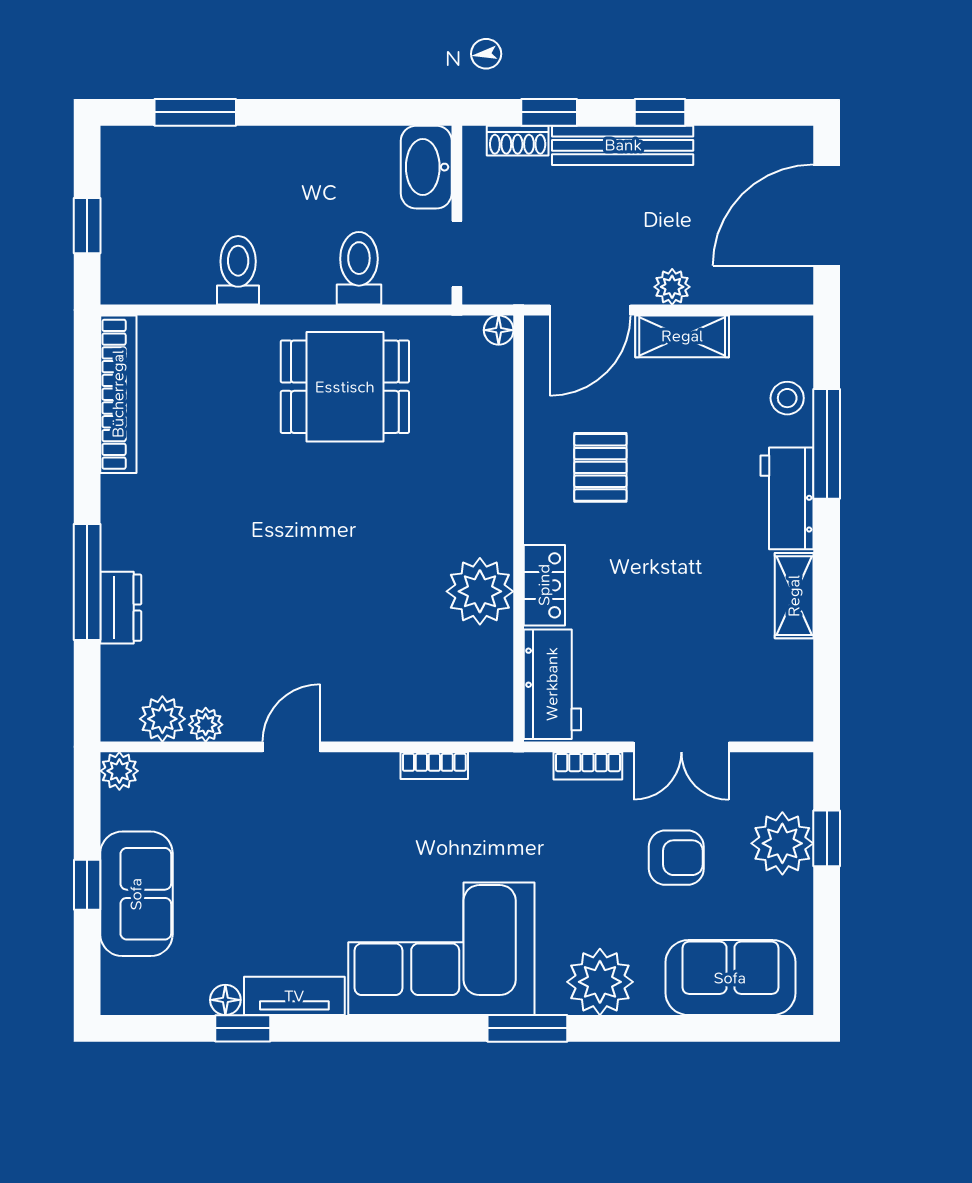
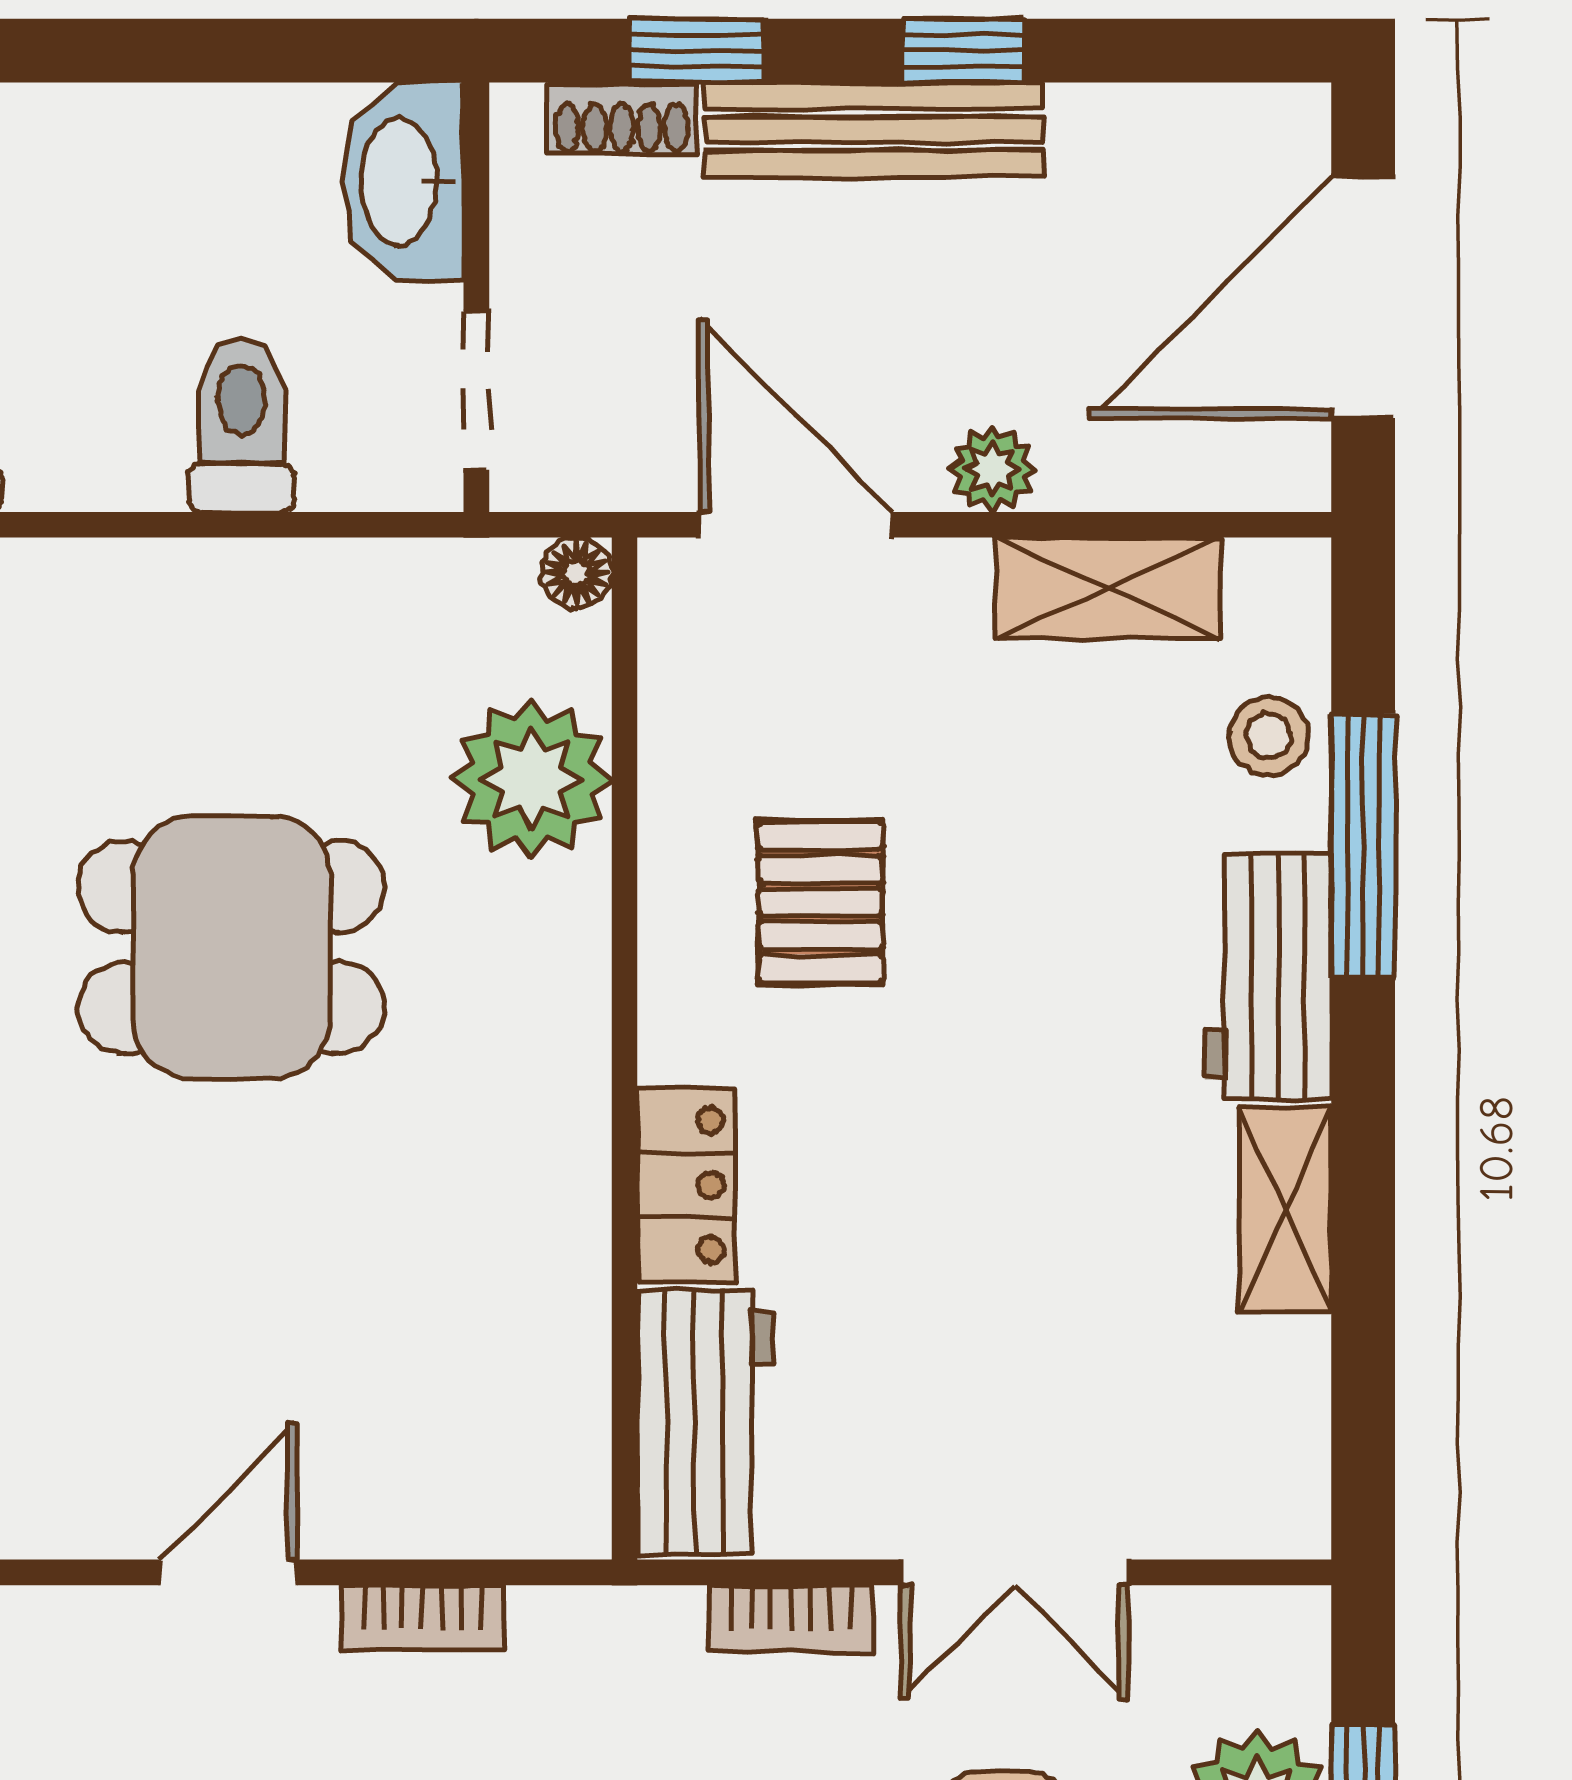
door: (590, 310) -> (796, 525), swing flipped
shelving: (682, 336) -> (1108, 588), moved
dining table: (345, 387) -> (231, 947), moved
plant: (480, 591) -> (532, 779), moved
door: (291, 747) -> (228, 1572), moved

